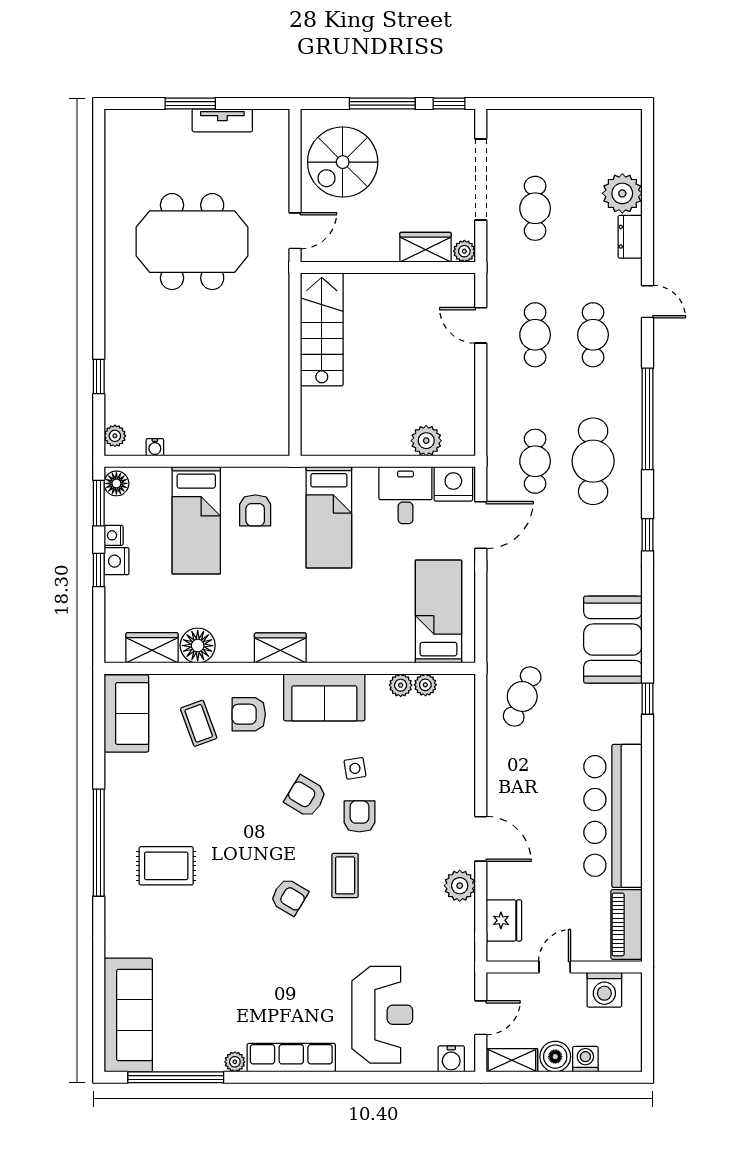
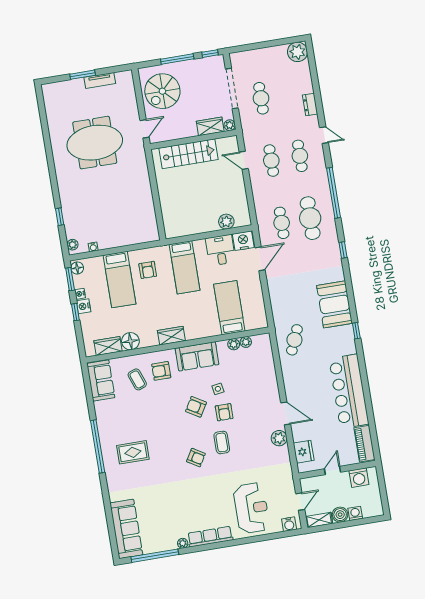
plant: (622, 193) -> (297, 52), moved
stairs: (322, 329) -> (188, 154), moved, turned 90
bed: (438, 612) -> (229, 308), moved
armchair: (359, 816) -> (224, 412), turned 180

